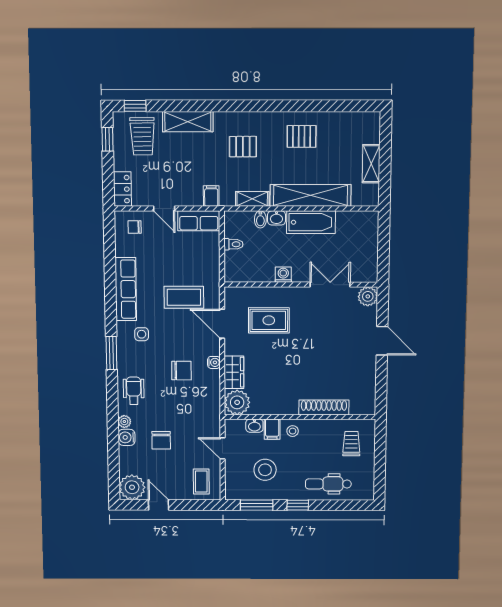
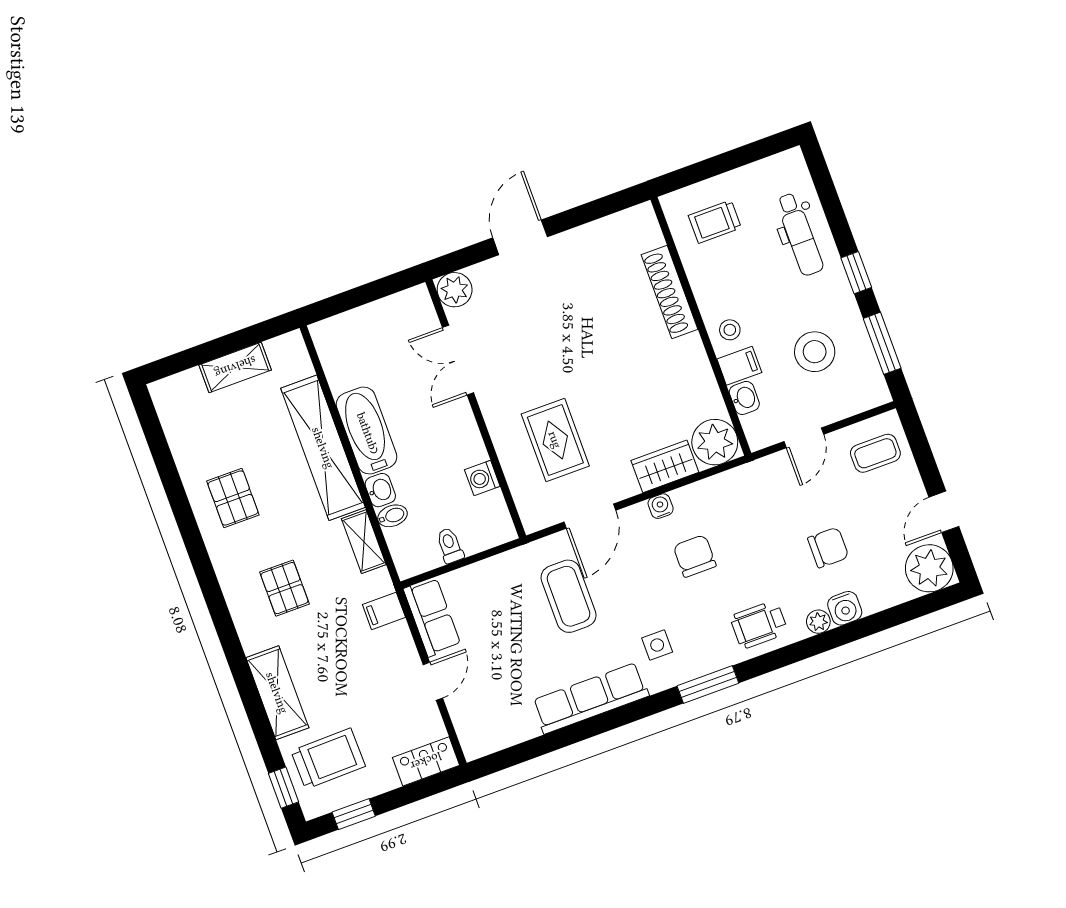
chair: (135, 227) -> (481, 720), removed
washing machine: (283, 275) -> (482, 478), moved

